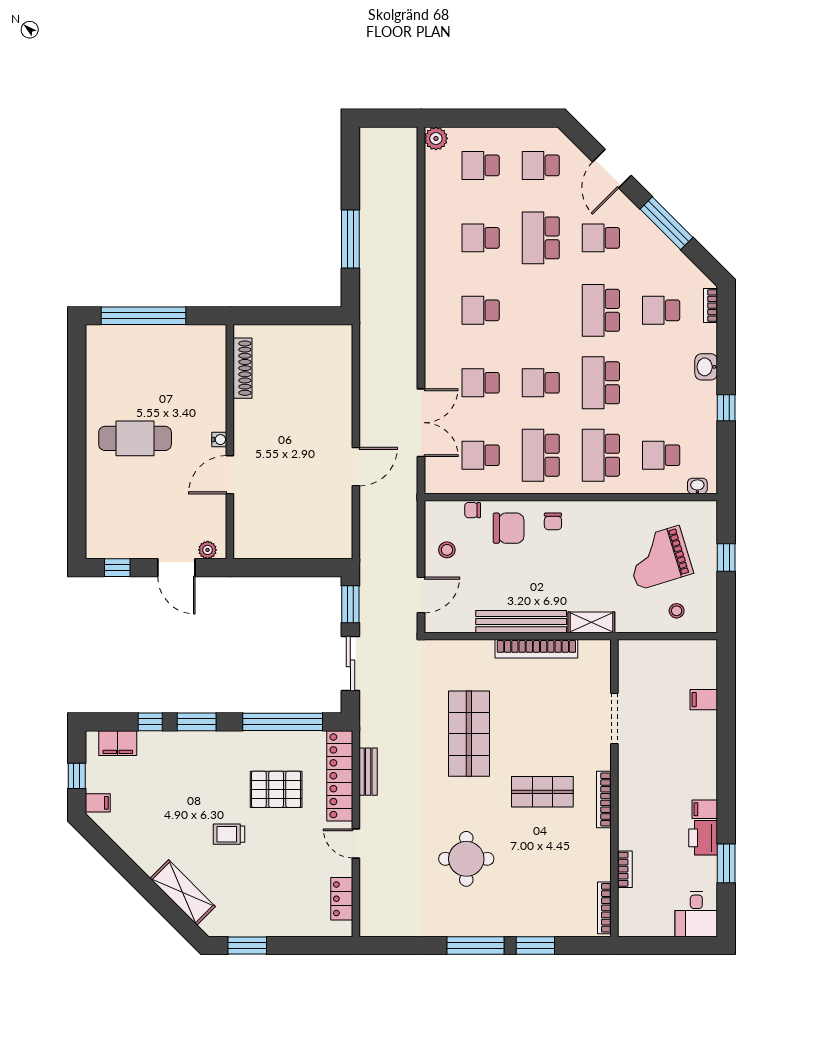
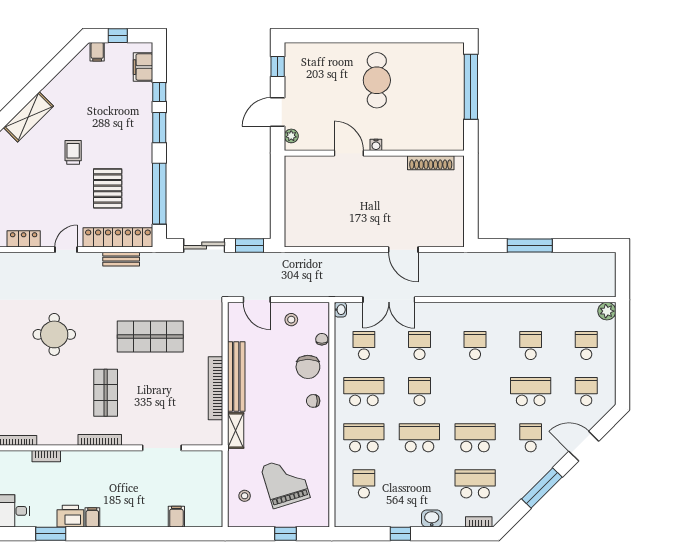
school desk: (661, 310) -> (475, 484), width x1.85
door: (356, 467) -> (403, 250), moved
washbasin: (697, 486) -> (340, 310), moved

